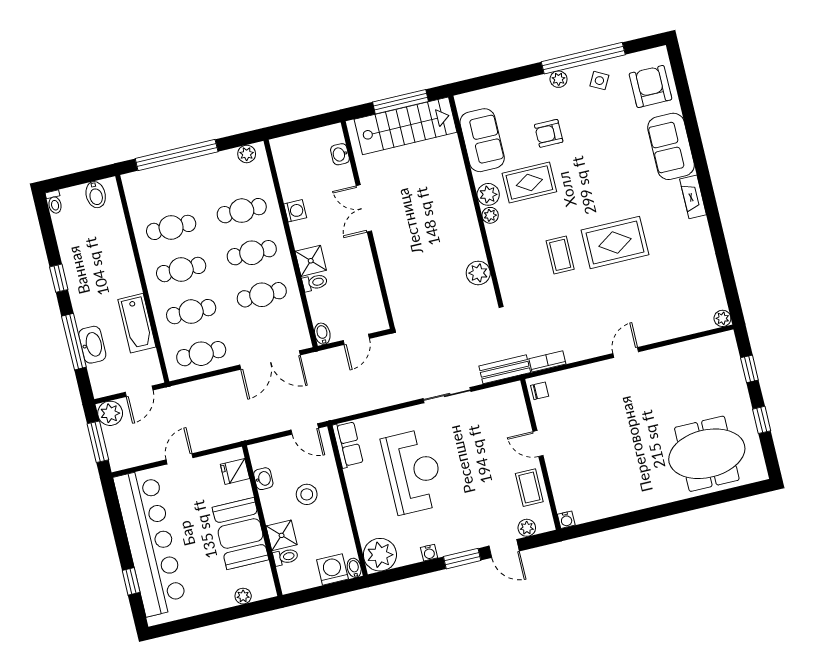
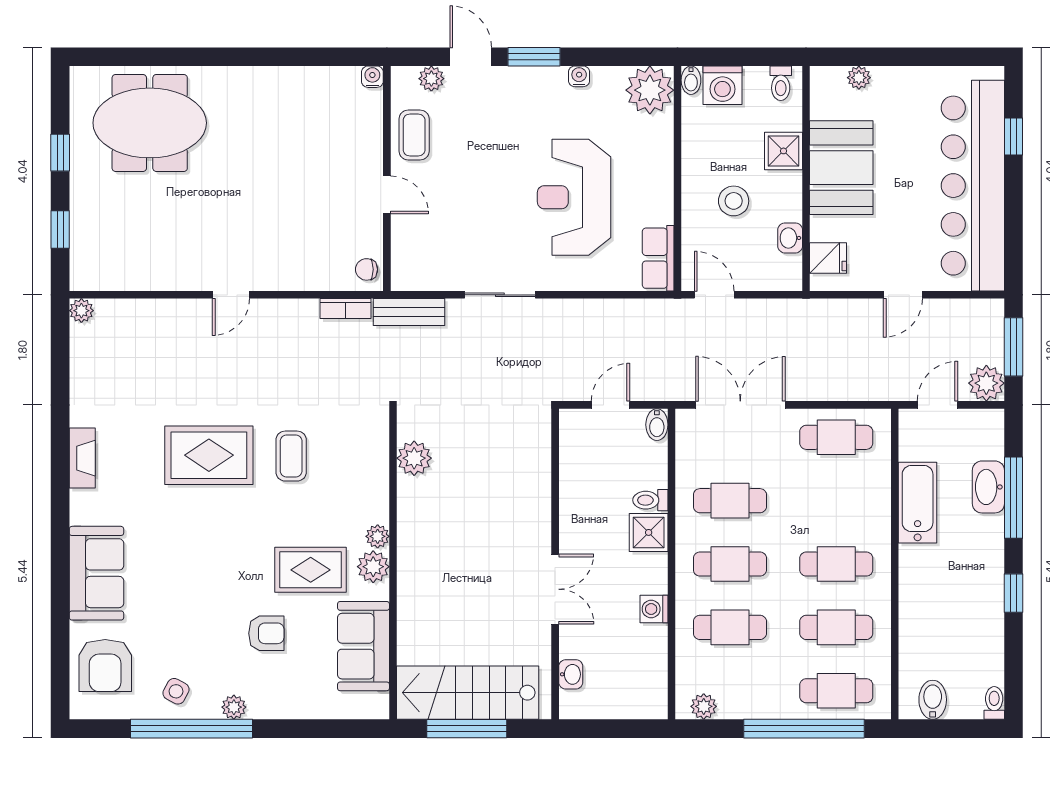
fireplace: (693, 197) -> (82, 458), moved
cafe table: (191, 312) -> (836, 691), moved
toilet: (286, 557) -> (781, 83), moved, turned -90

